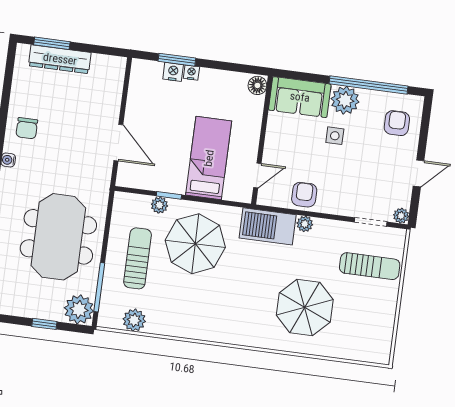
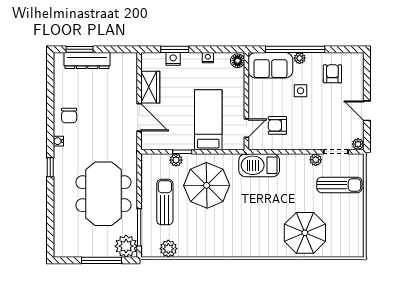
nightstand: (191, 73) -> (208, 58), moved
window: (369, 85) -> (295, 49), moved
plant: (345, 100) -> (300, 58), width x0.53, depth x0.53
wardrobe: (138, 105) -> (150, 87), added
armchair: (397, 123) -> (332, 74), moved
door: (419, 173) -> (367, 111), swing flipped
armchair: (304, 195) -> (277, 125), moved, turned -90
plant: (305, 224) -> (316, 160), moved
parasol: (305, 307) -> (305, 233), moved
window: (44, 324) -> (102, 260), width x2.17

